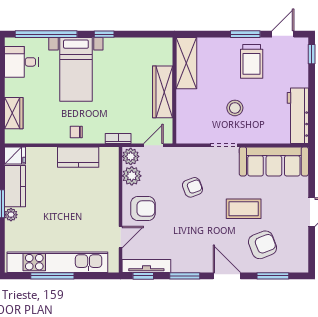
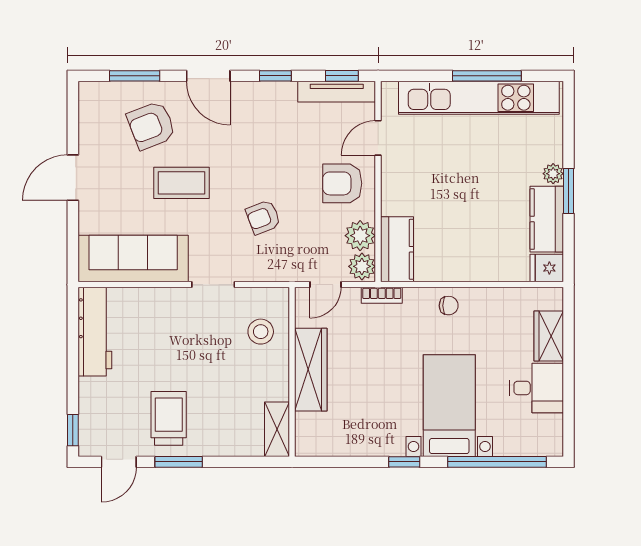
desk: (21, 62) -> (537, 388), moved
shelving: (186, 63) -> (277, 429), width x0.67, depth x0.75
stool: (235, 108) -> (261, 332), moved
kitchen counter: (78, 157) -> (397, 249), moved, turned 90
window: (185, 276) -> (275, 76), width x0.67

